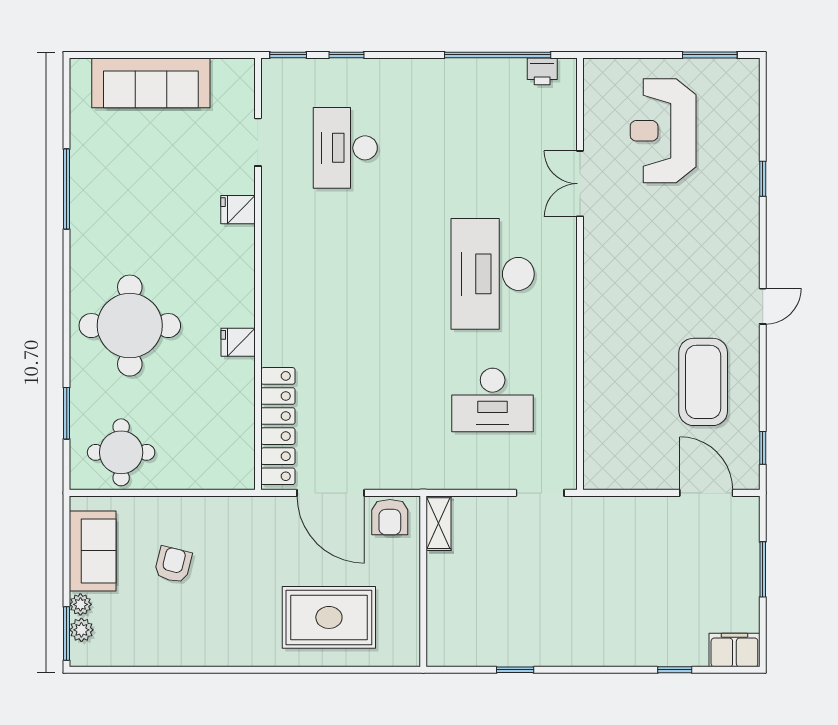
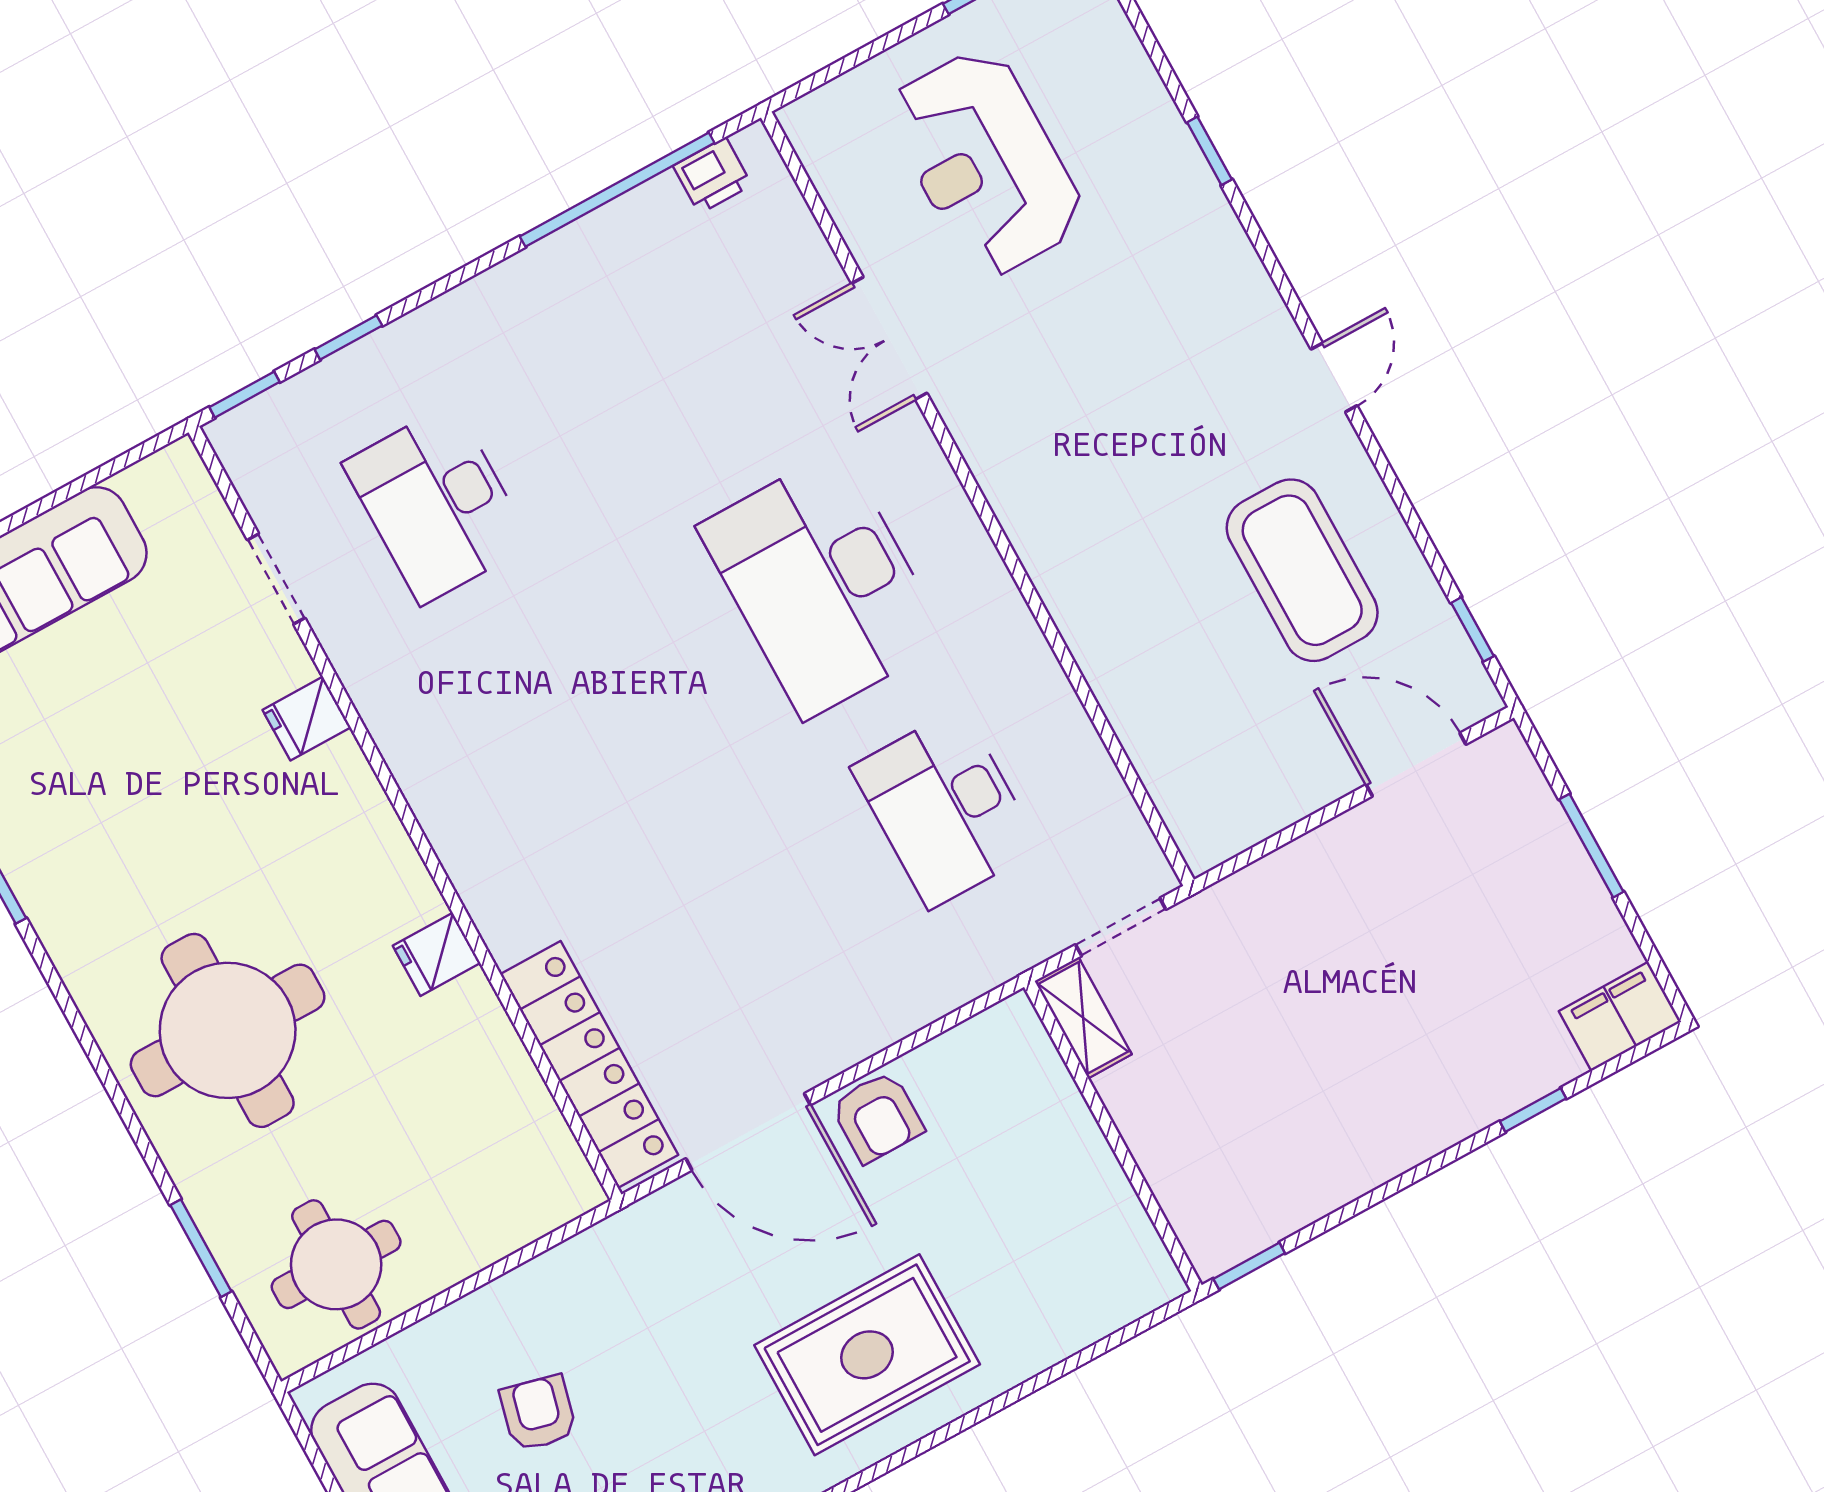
desk: (493, 400) -> (945, 808), turned 90
shelving: (439, 523) -> (1083, 1018), moved
wall: (423, 581) -> (1113, 1136), moved

